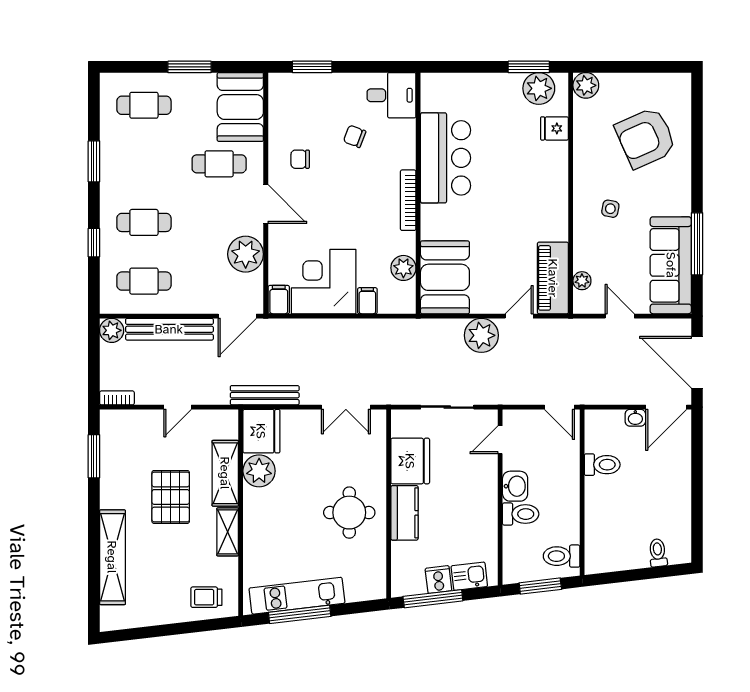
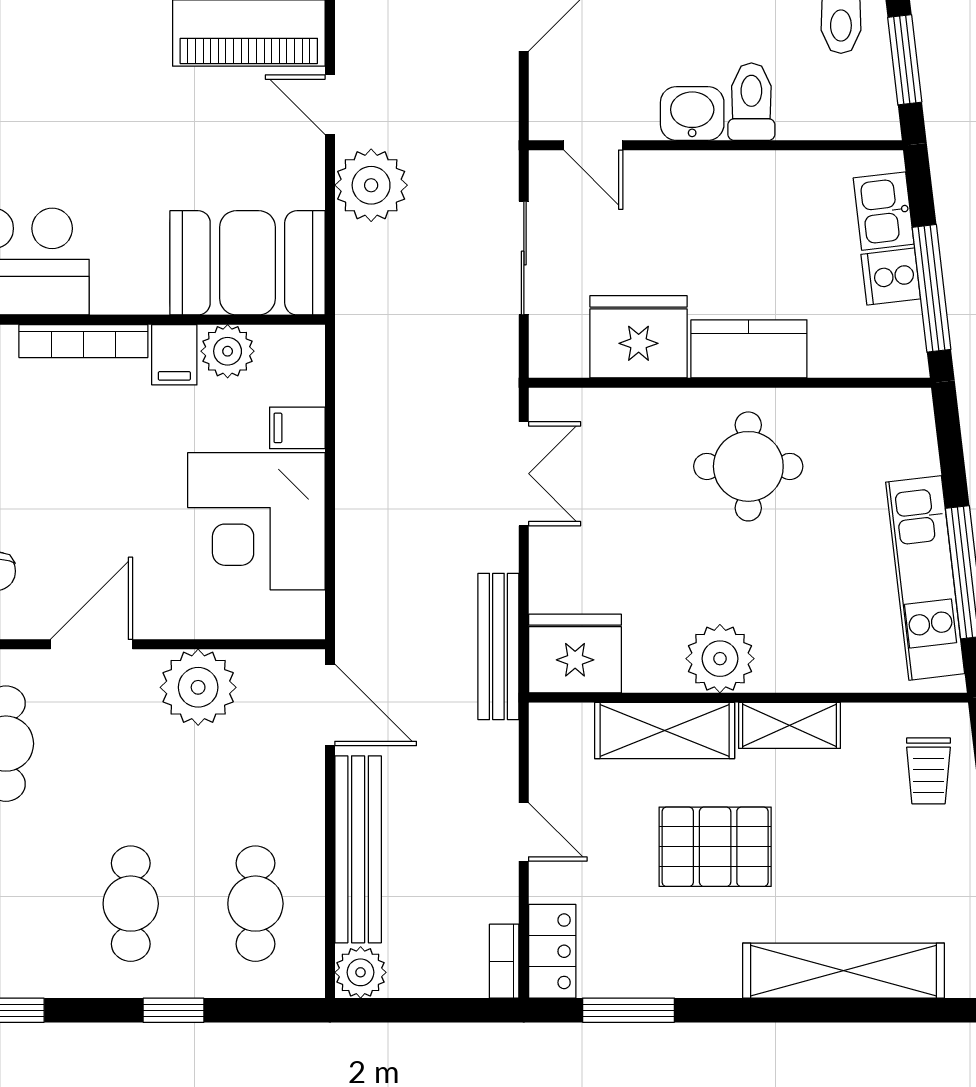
filing cabinet: (279, 300) -> (174, 355), moved, turned -90
locker: (122, 420) -> (552, 951), added
plant: (259, 471) -> (720, 659), moved

